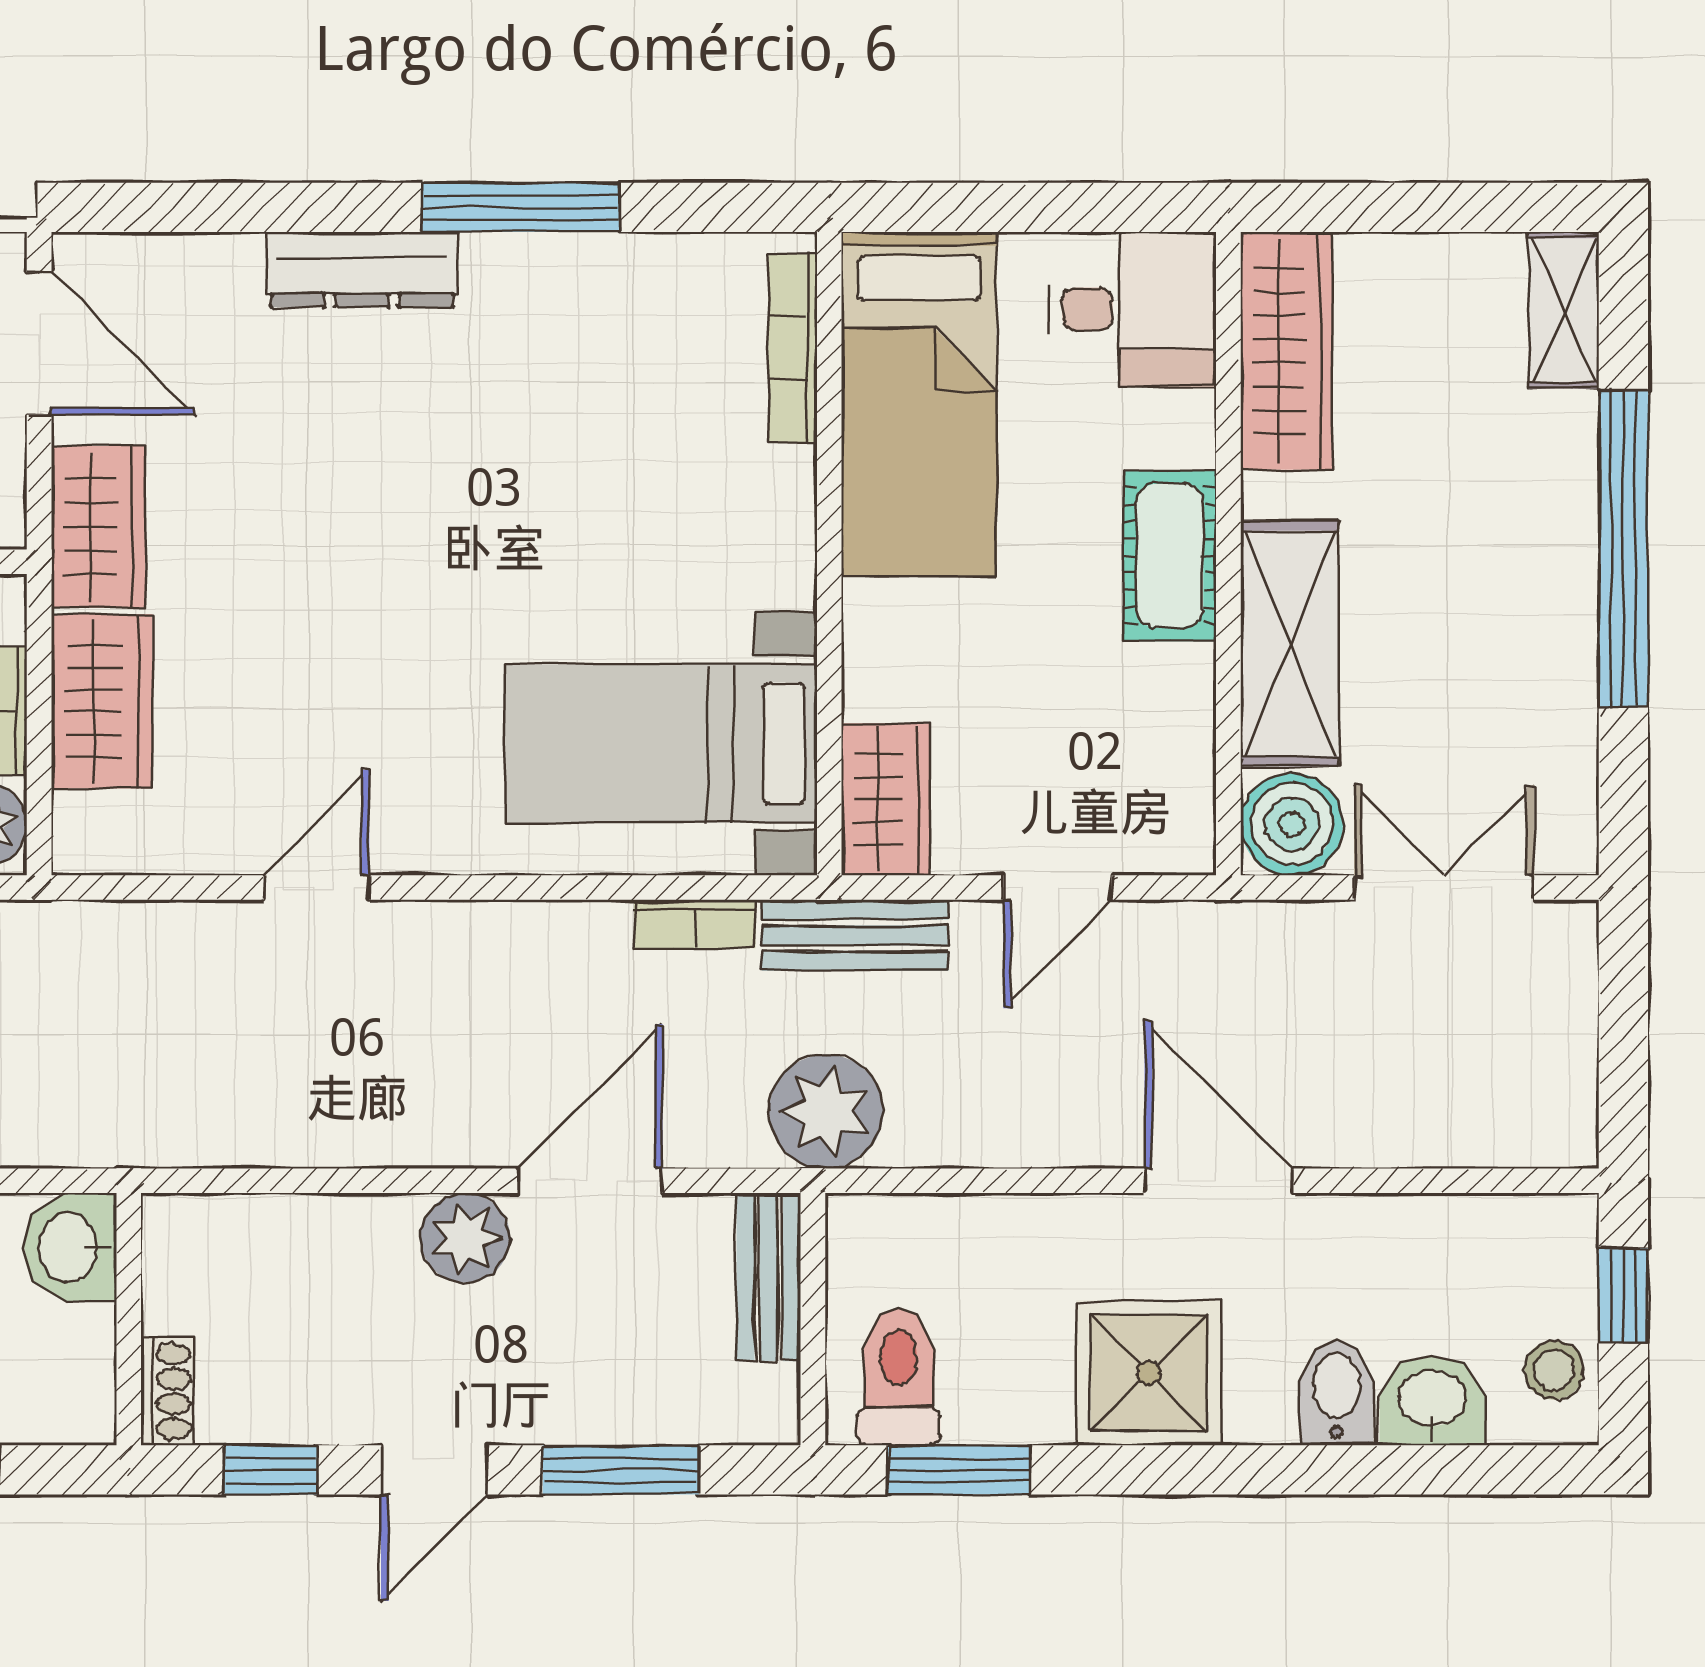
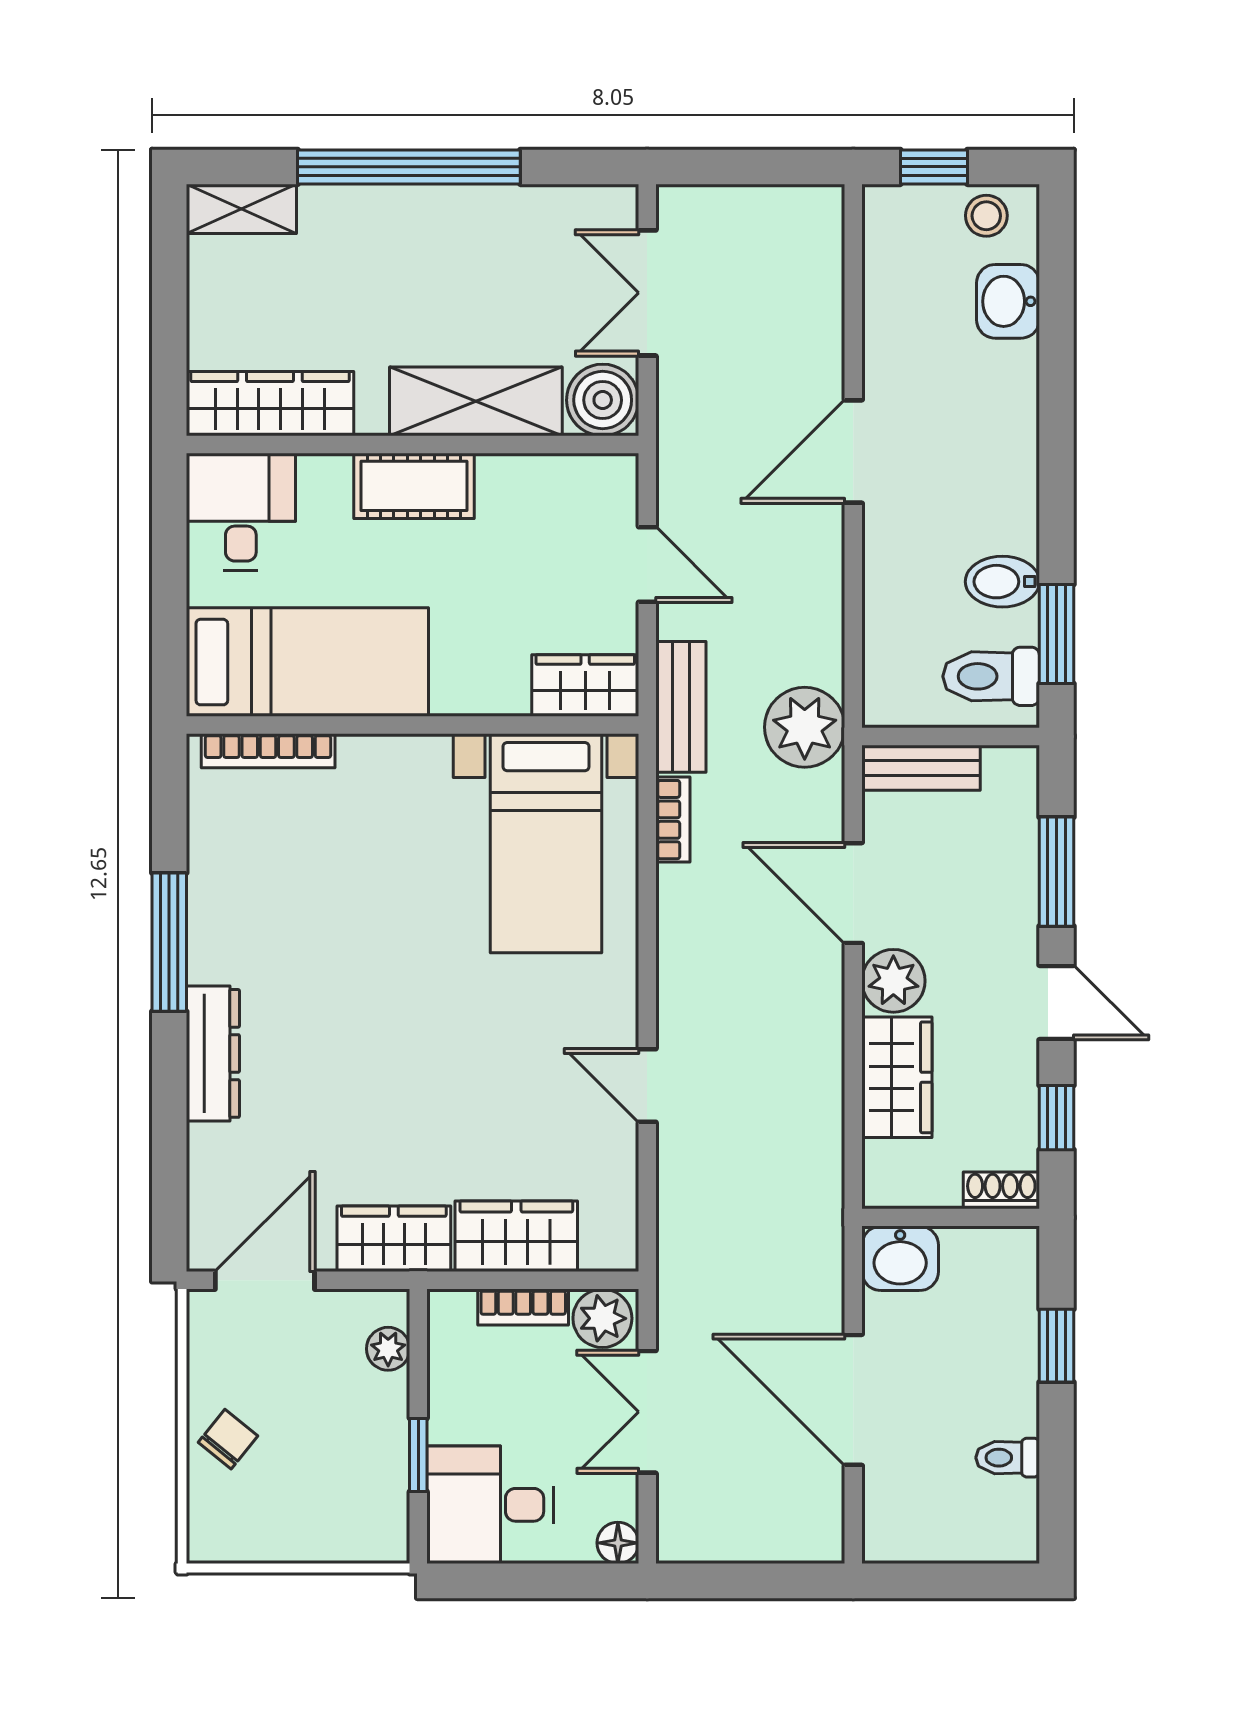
wardrobe: (328, 1243) -> (897, 1077), added
shower: (1149, 1373) -> (988, 500), removed
bidet: (1337, 1393) -> (1002, 582), moved

